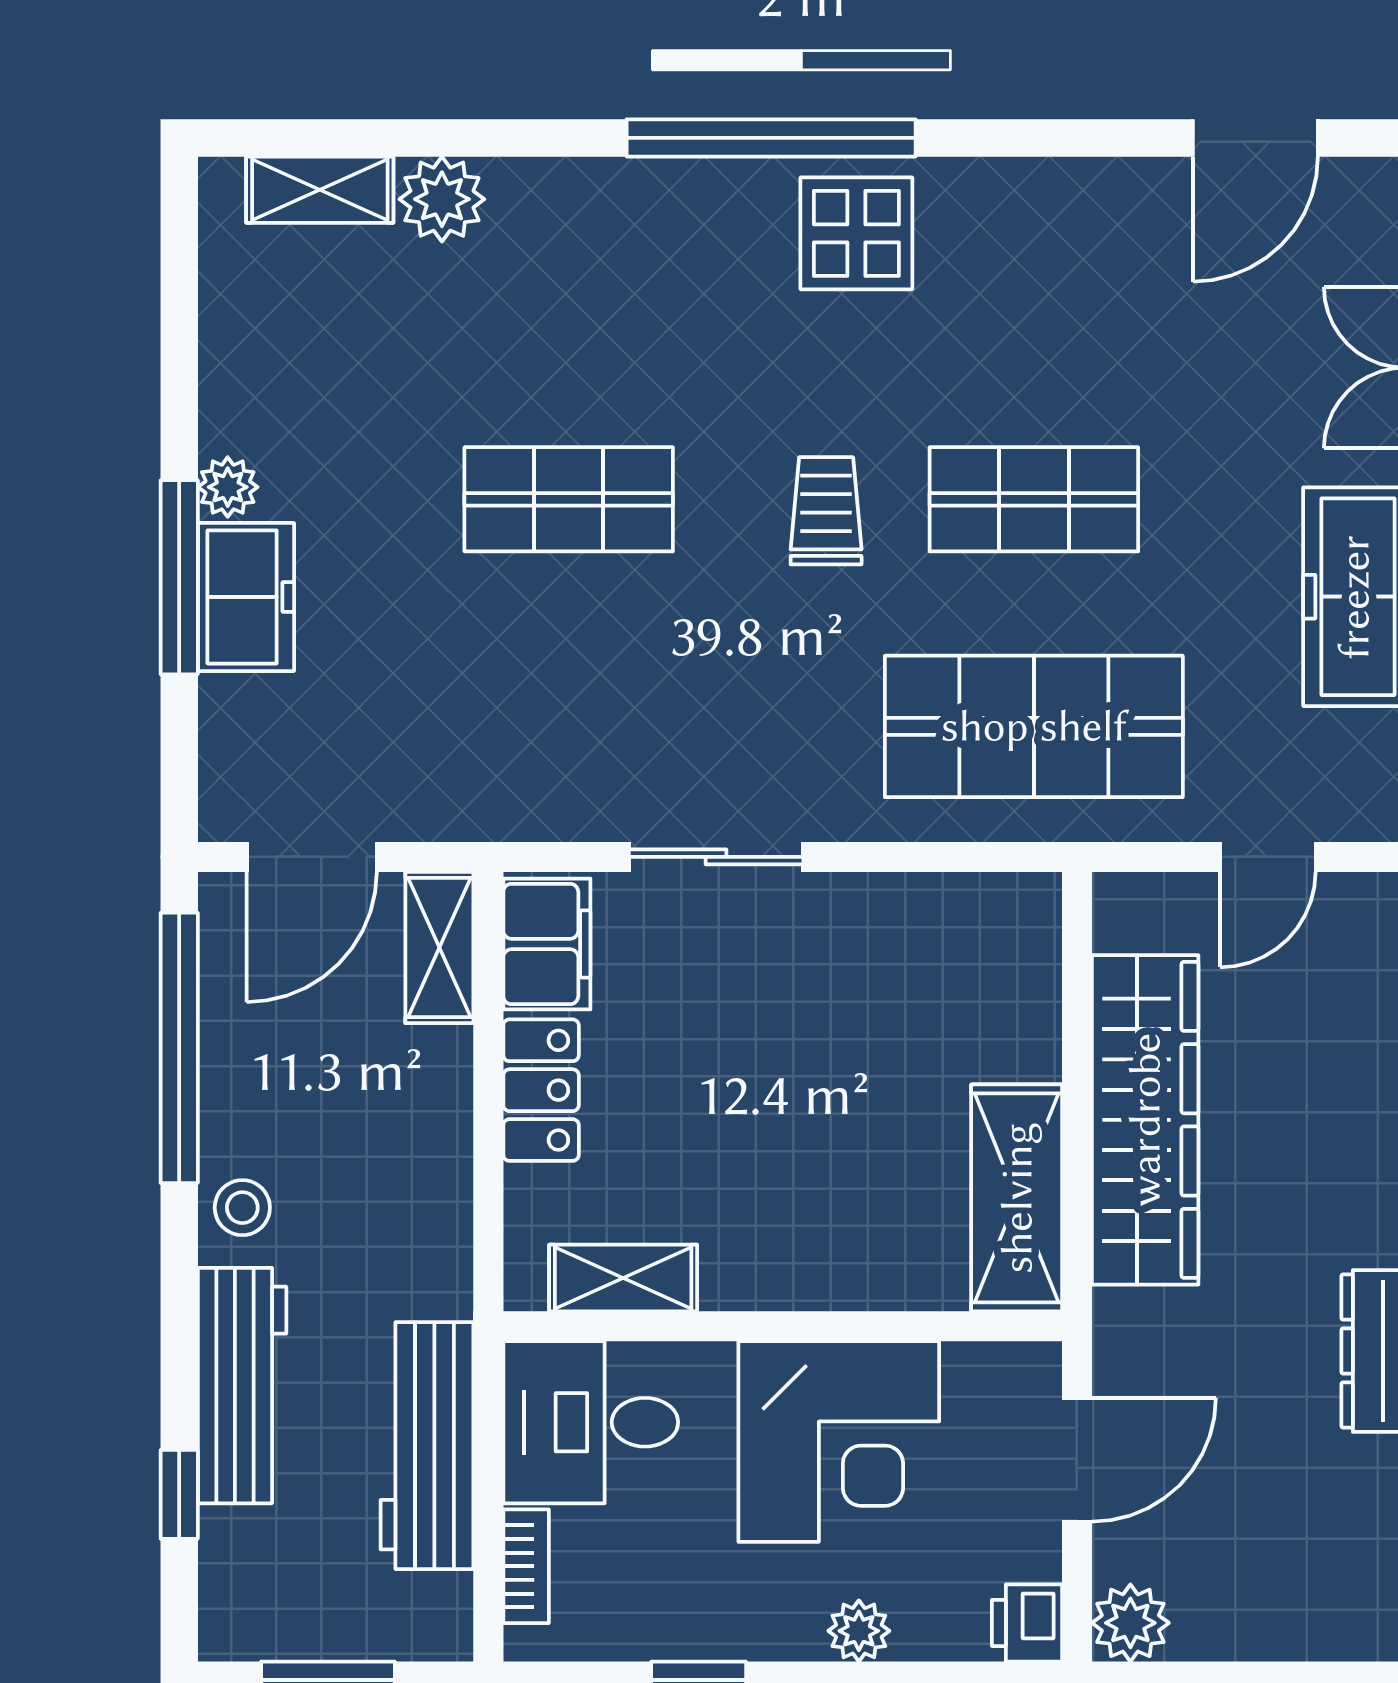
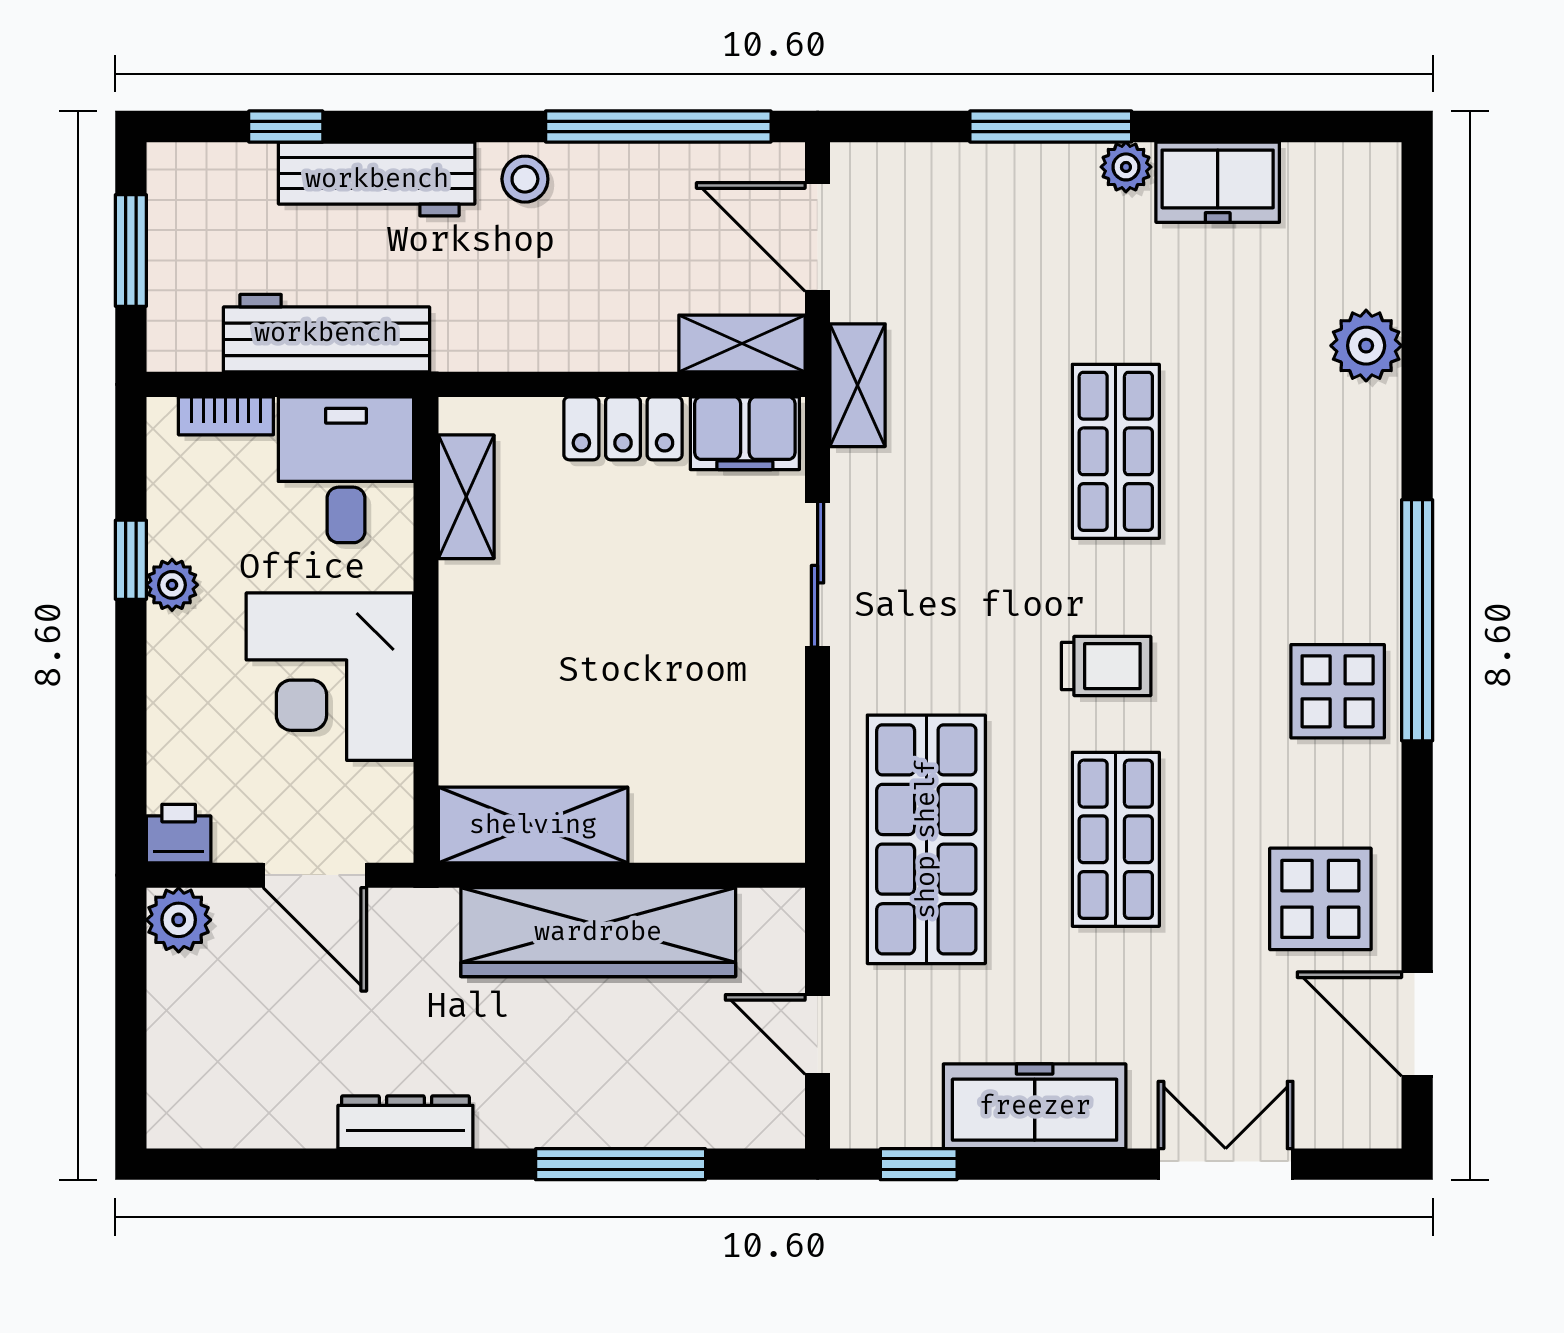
shelving: (320, 190) -> (858, 385), moved
display table: (1105, 254) -> (1320, 899), added
freezer: (246, 597) -> (1218, 182), moved
plant: (859, 1631) -> (172, 585), moved

